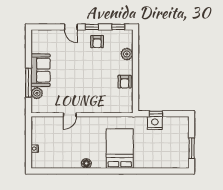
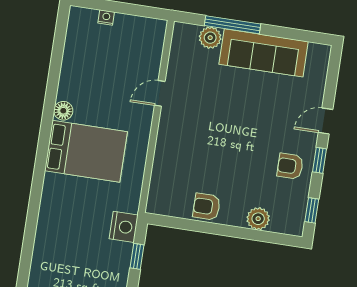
sofa: (41, 70) -> (264, 53), width x1.36
door: (70, 115) -> (160, 93), hinge flipped
nightstand: (155, 123) -> (124, 227), moved
bed: (120, 148) -> (86, 151), moved

